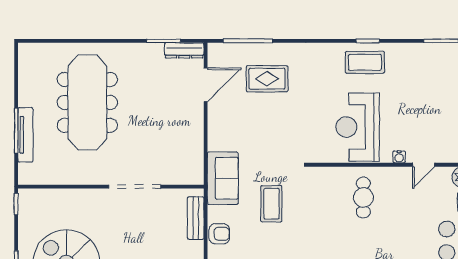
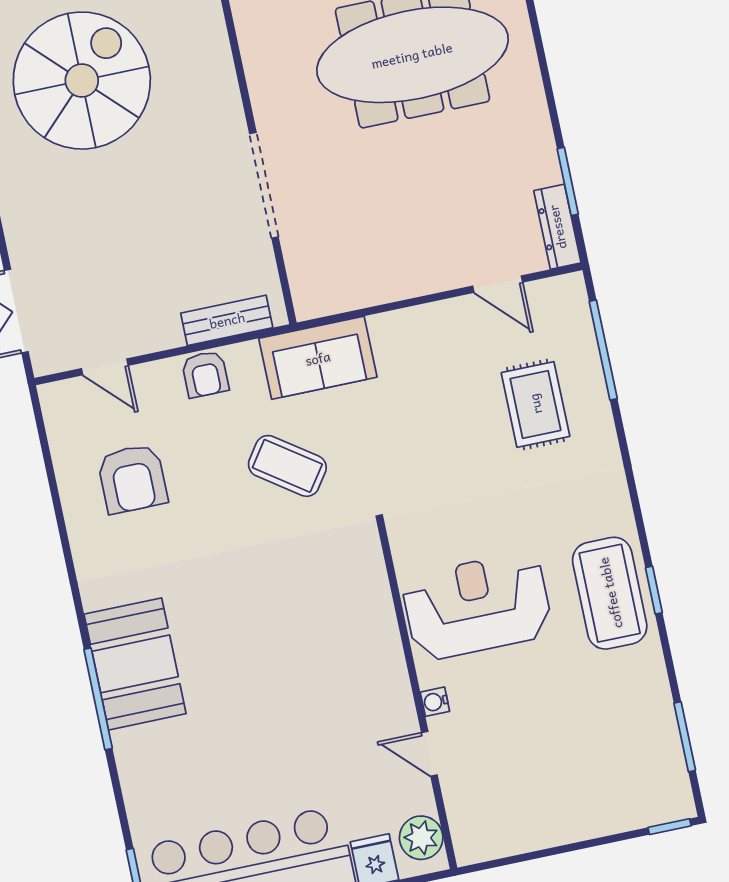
coffee table: (365, 62) -> (610, 593), width x1.36, depth x1.32
door: (206, 85) -> (498, 284), width x0.73
cafe table: (363, 198) -> (339, 647), removed
coffee table: (271, 204) -> (287, 466), turned 35

